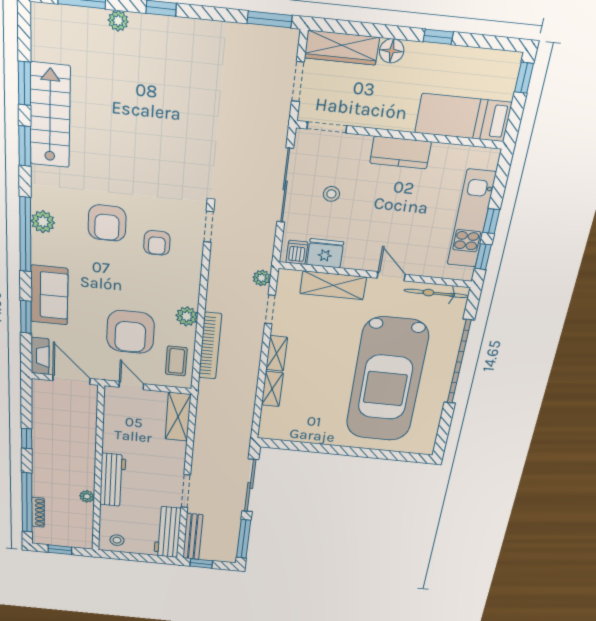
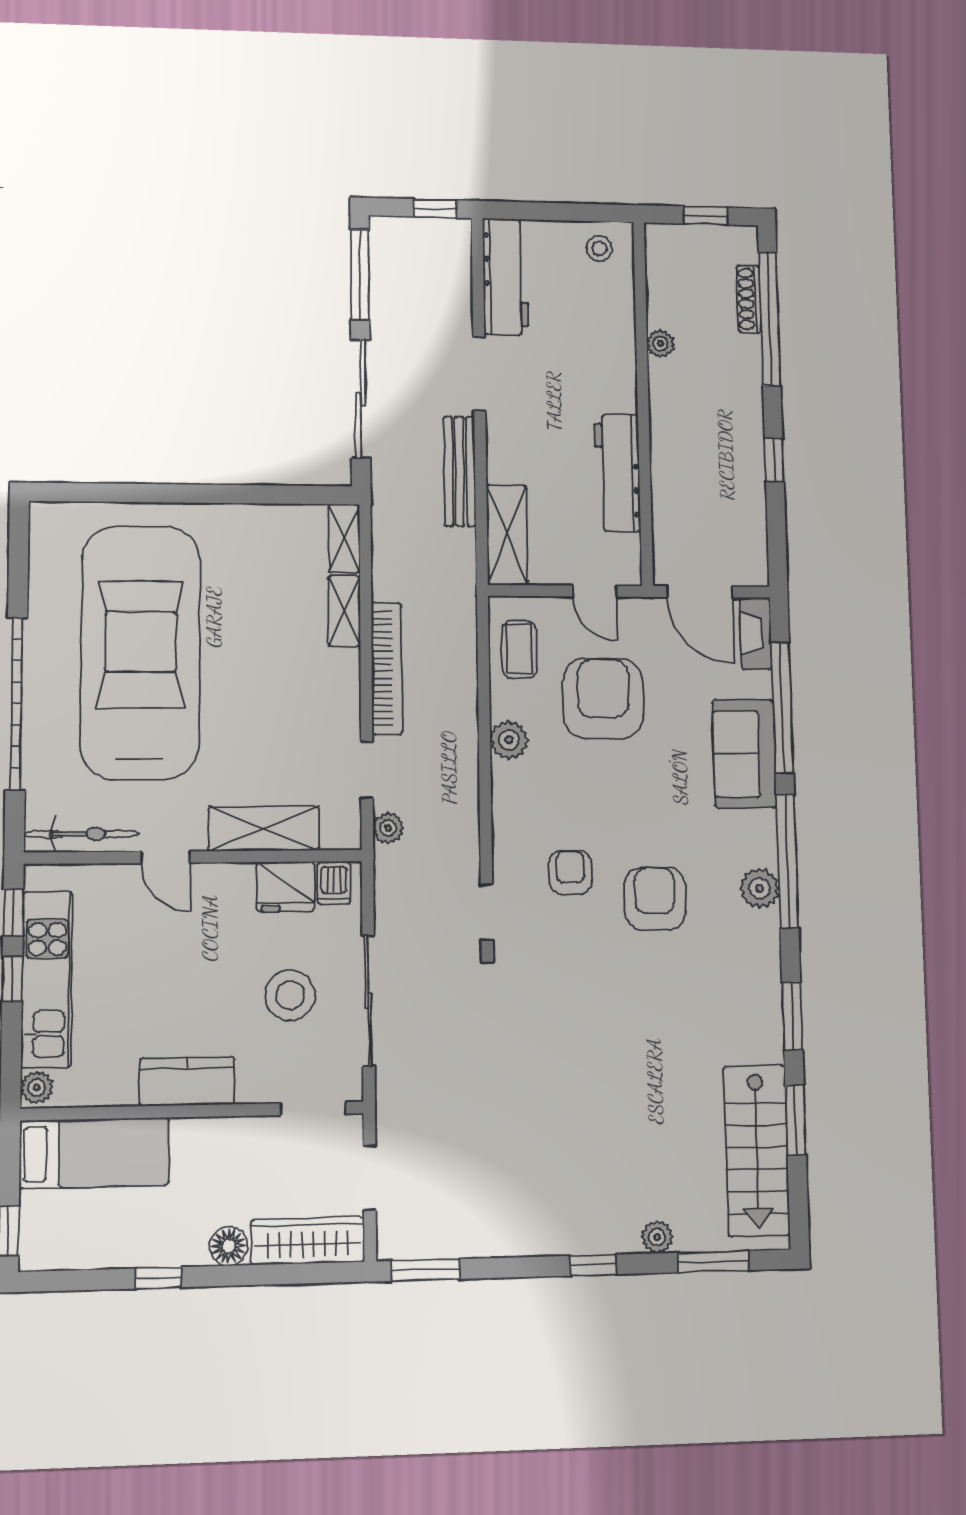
stairs: (50, 116) -> (757, 1150), moved
plant: (490, 160) -> (37, 1087), added
stool: (331, 194) -> (290, 995), width x1.89, depth x1.89
window: (26, 317) -> (782, 708), width x2.11
bookcase: (210, 346) -> (387, 668), moved, turned 180
shelving: (277, 353) -> (344, 539), moved
workbench: (113, 480) -> (618, 473), moved
bench: (193, 537) -> (460, 471), moved

